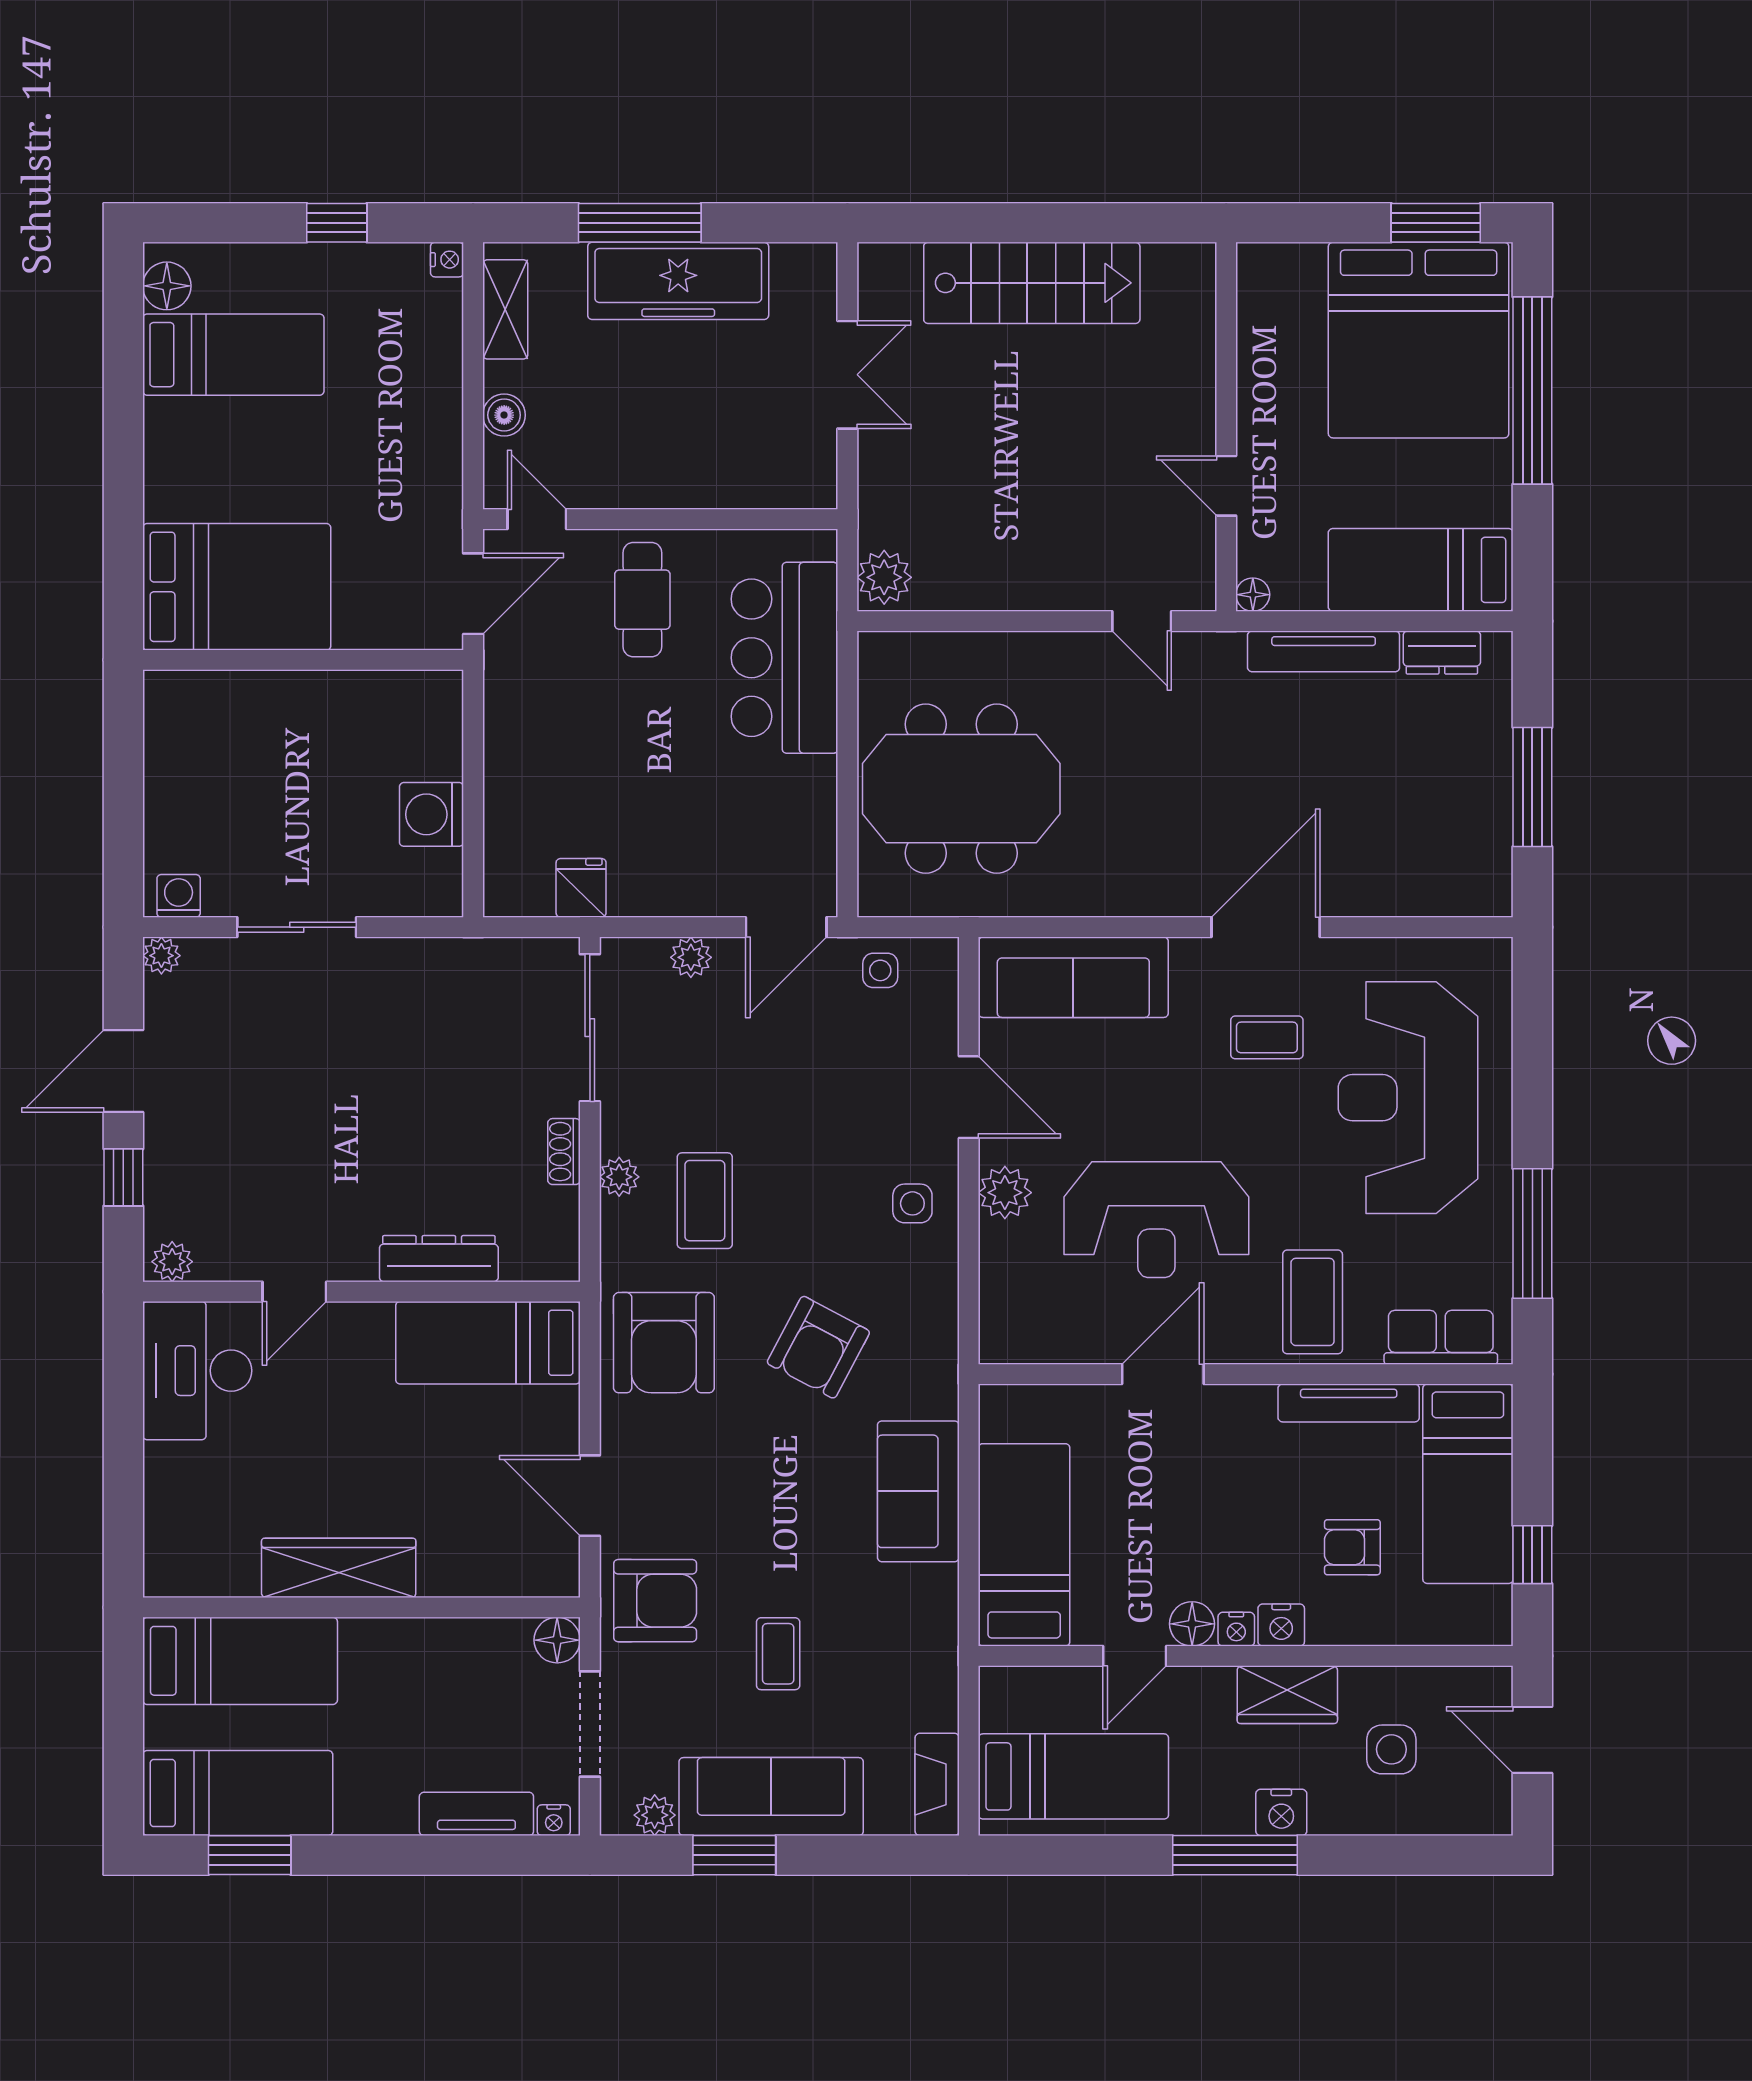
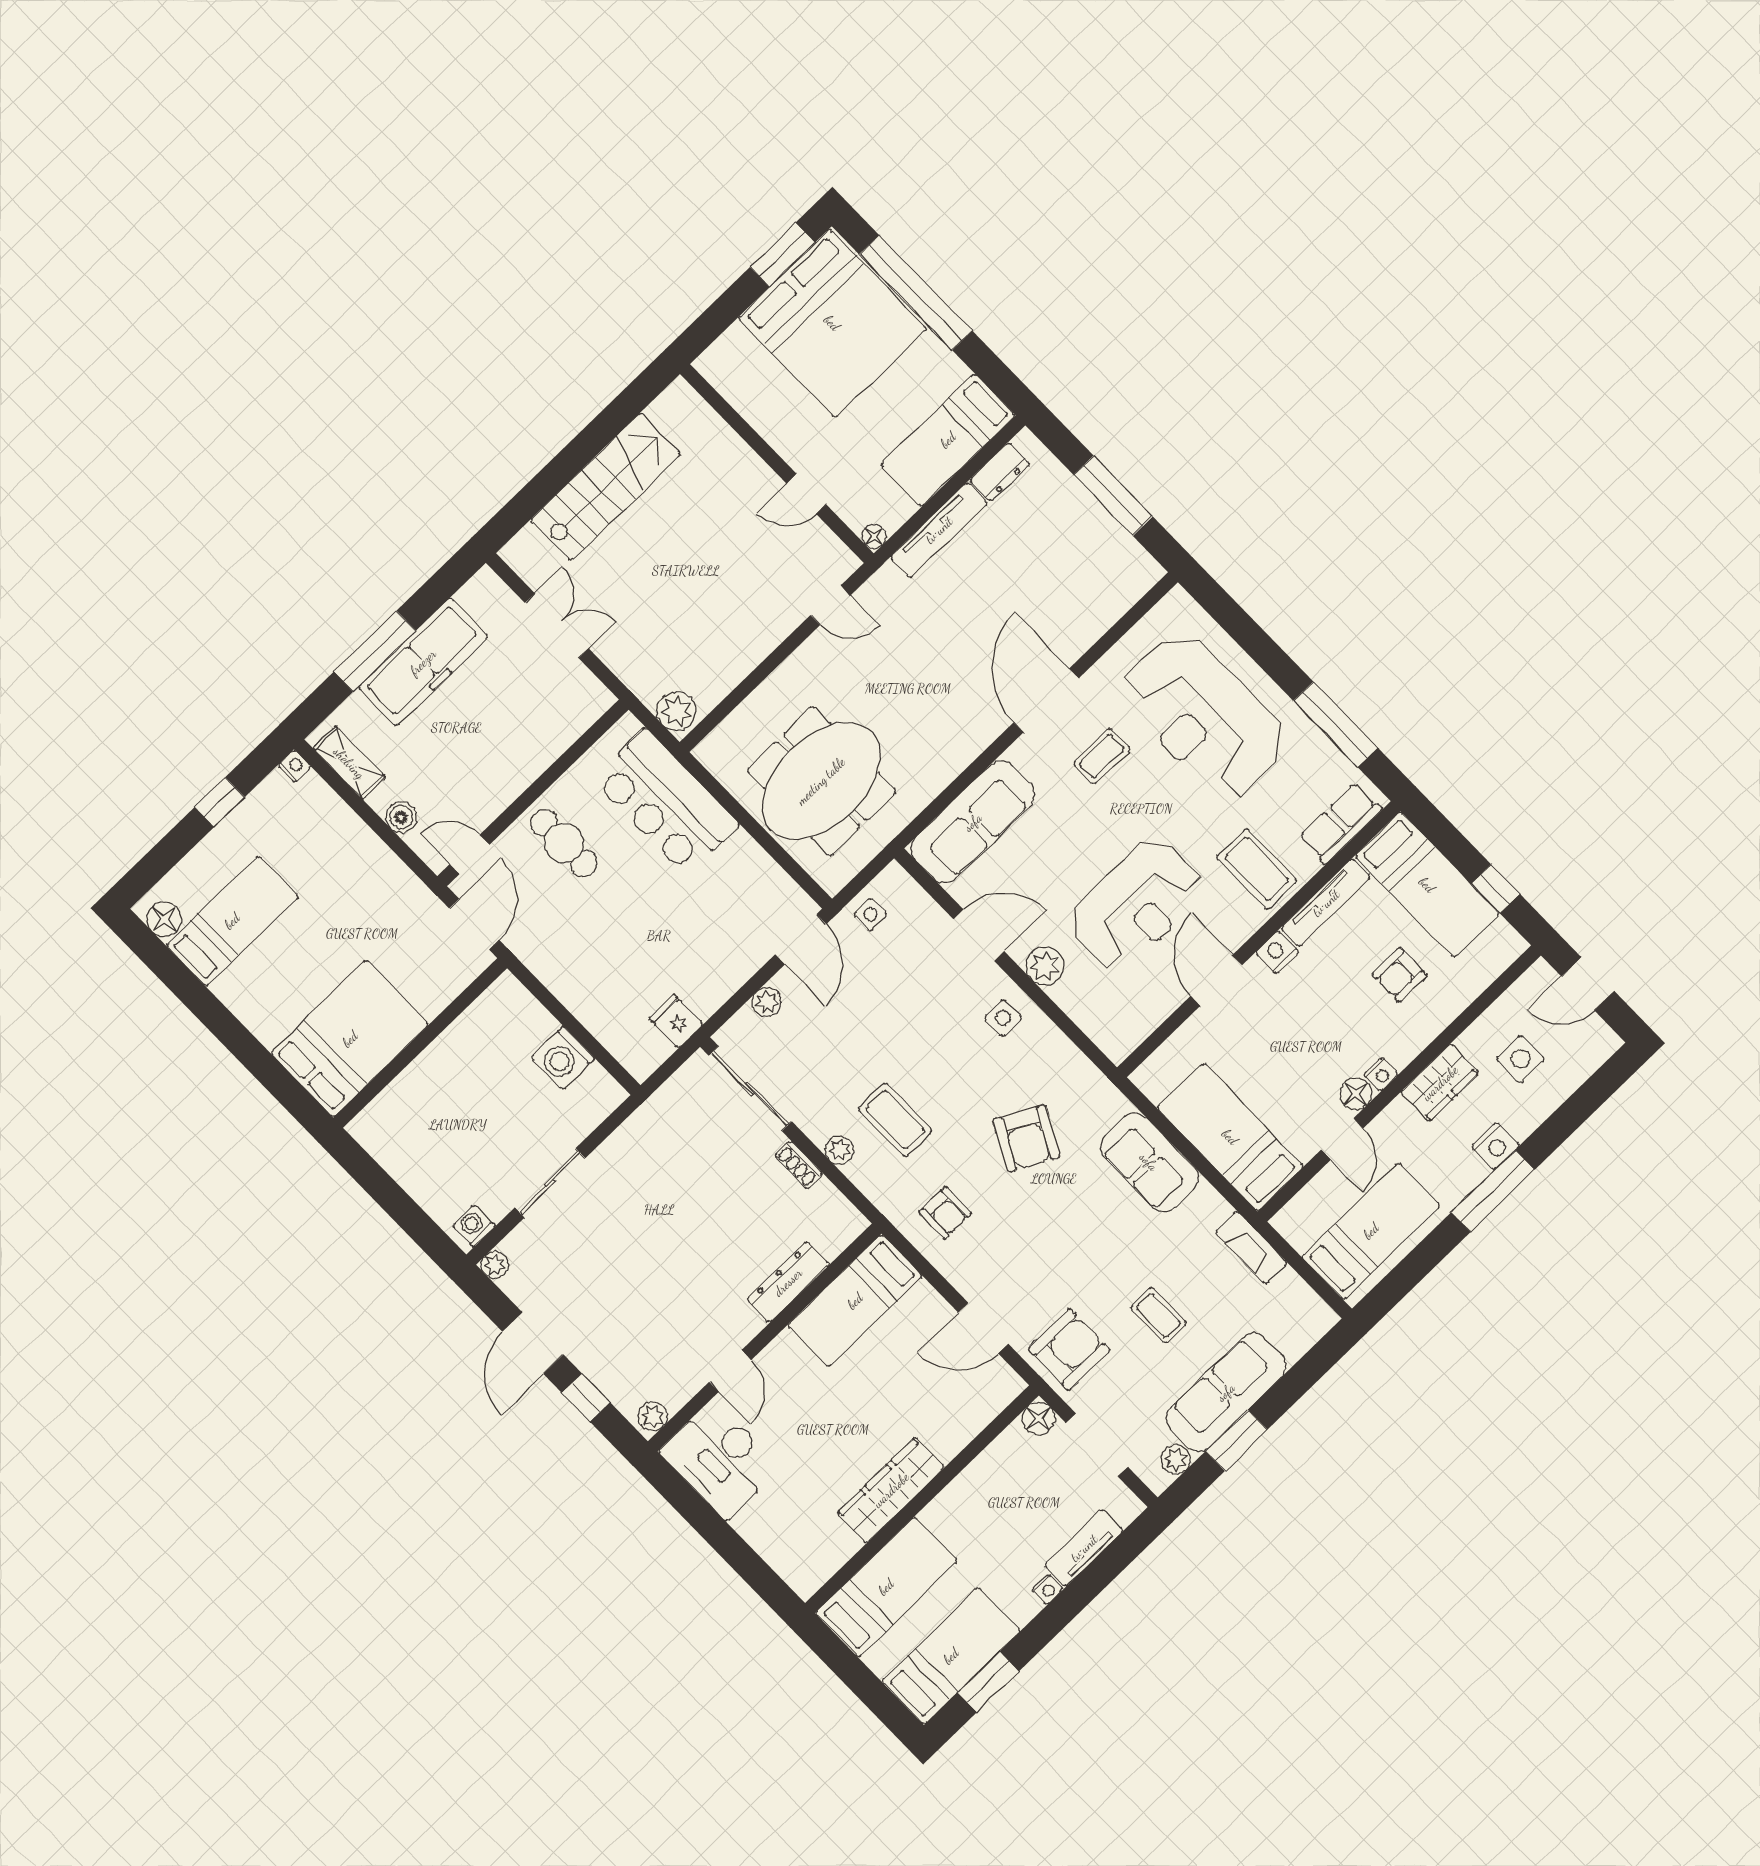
armchair: (664, 1343) -> (945, 1213), width x0.53, depth x0.53
nightstand: (1281, 1625) -> (1277, 952), moved, turned 180
fireplace: (937, 1784) -> (1251, 1248), moved
nightstand: (554, 1820) -> (1047, 1589), moved

